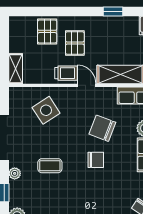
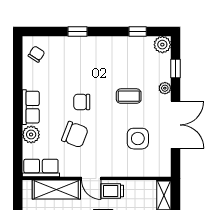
side table: (46, 110) -> (138, 139), moved, turned 33

